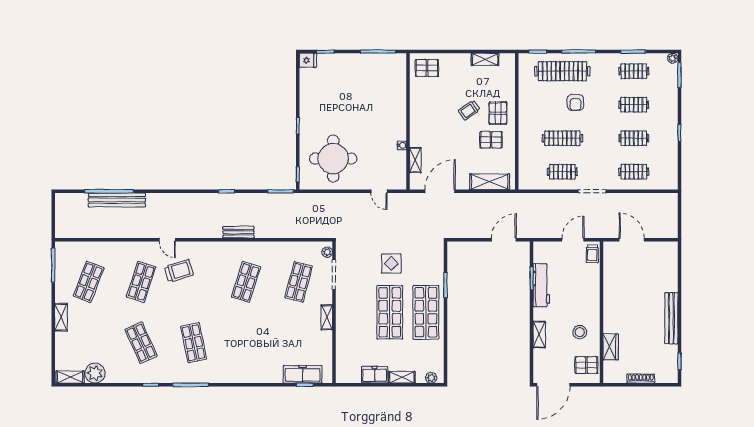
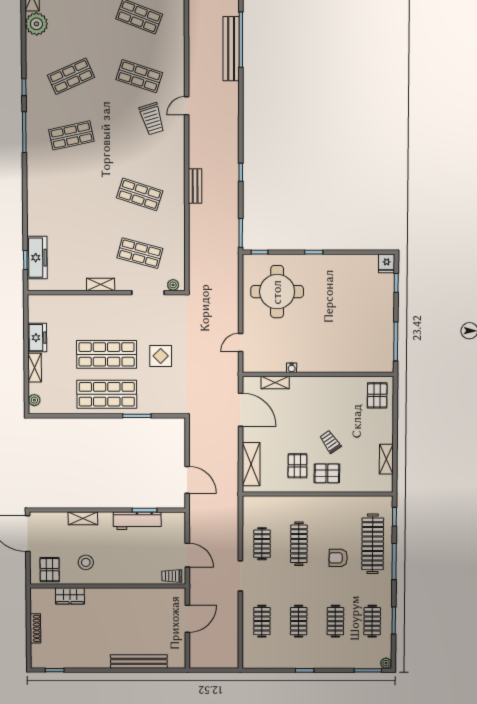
bench: (671, 318) -> (139, 661), moved

